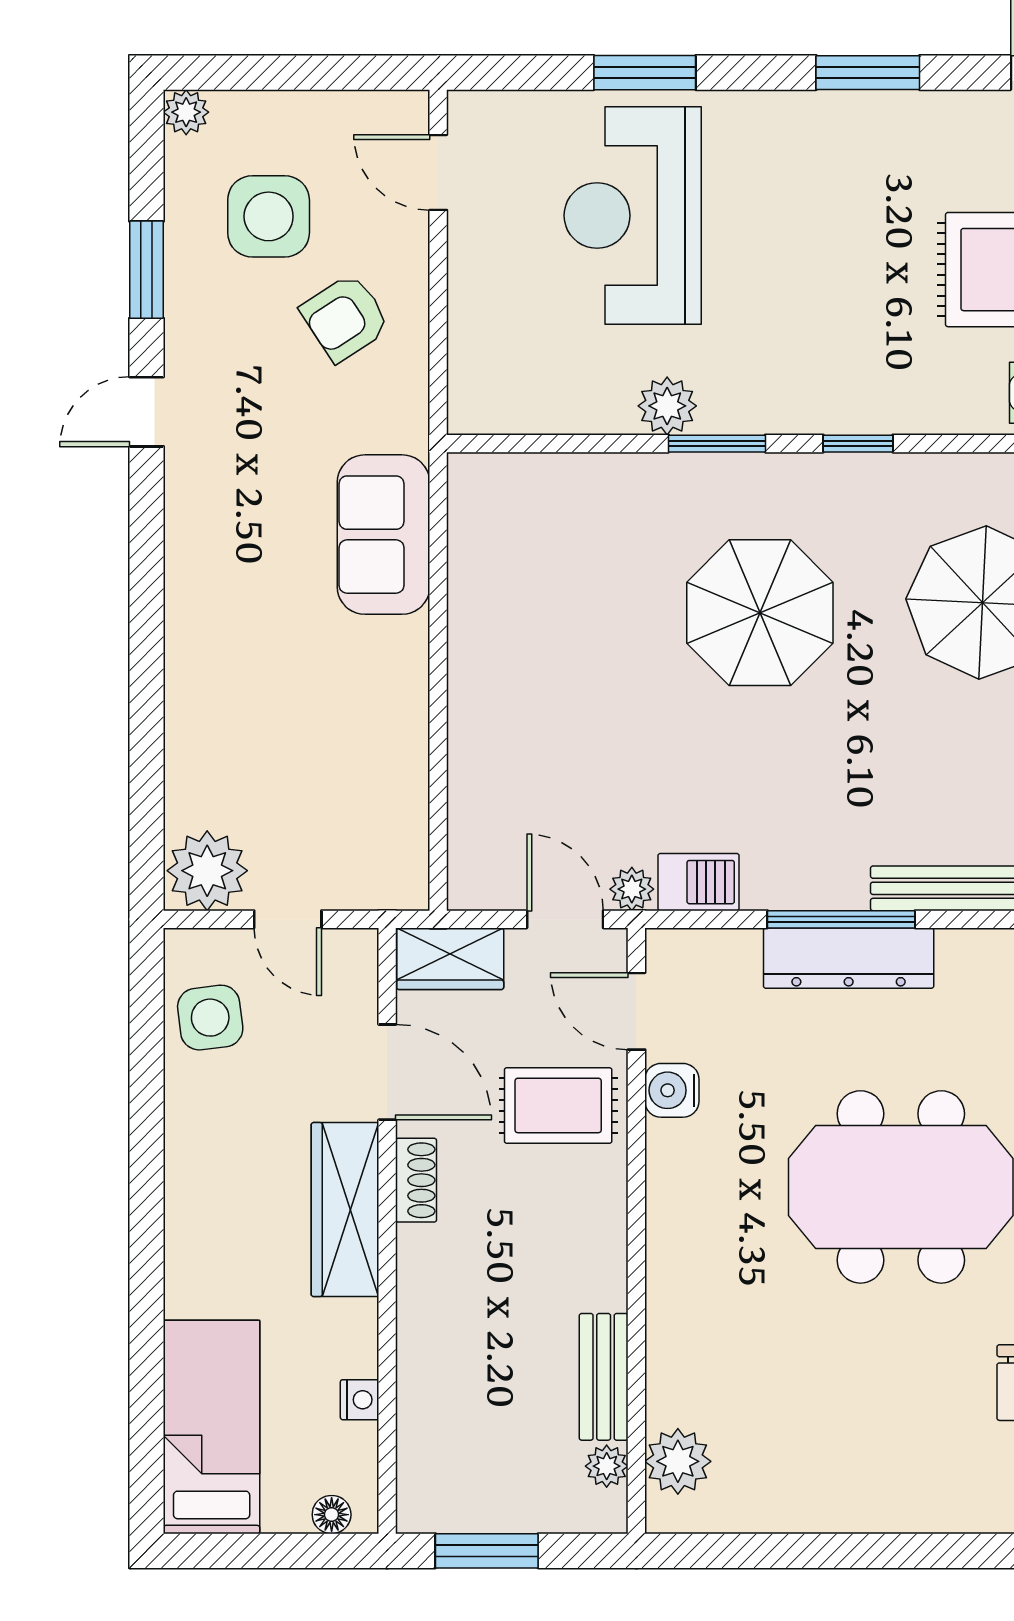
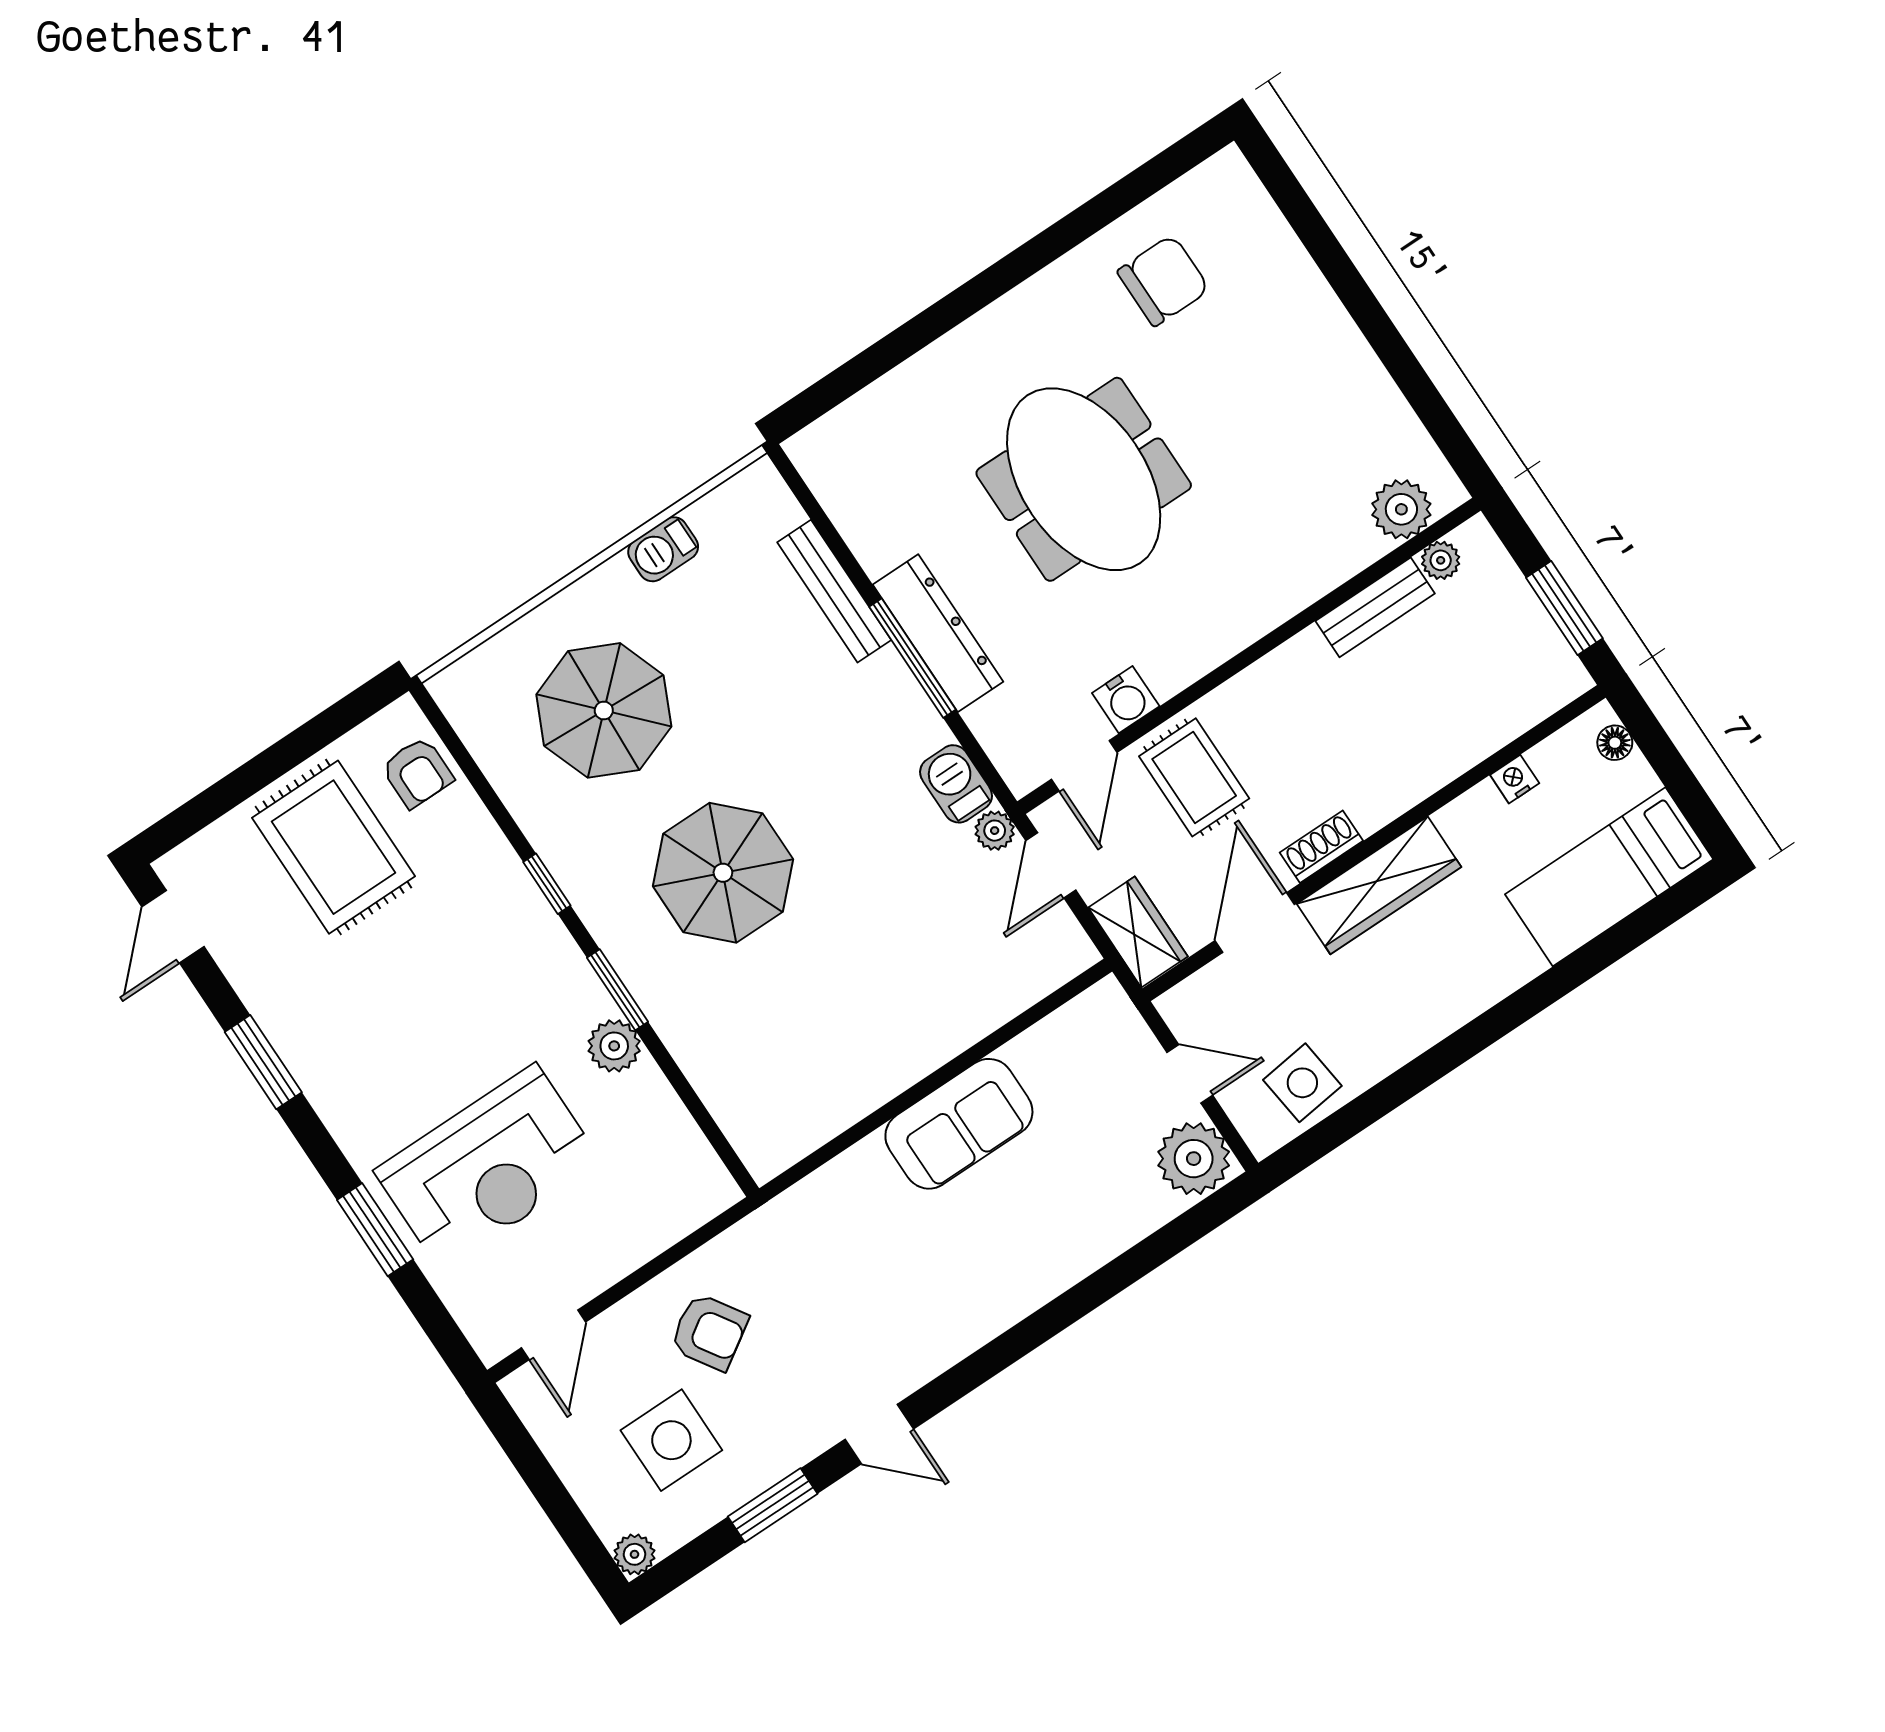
sofa: (383, 535) -> (959, 1124), moved
door: (288, 919) -> (1190, 1074), hinge flipped

